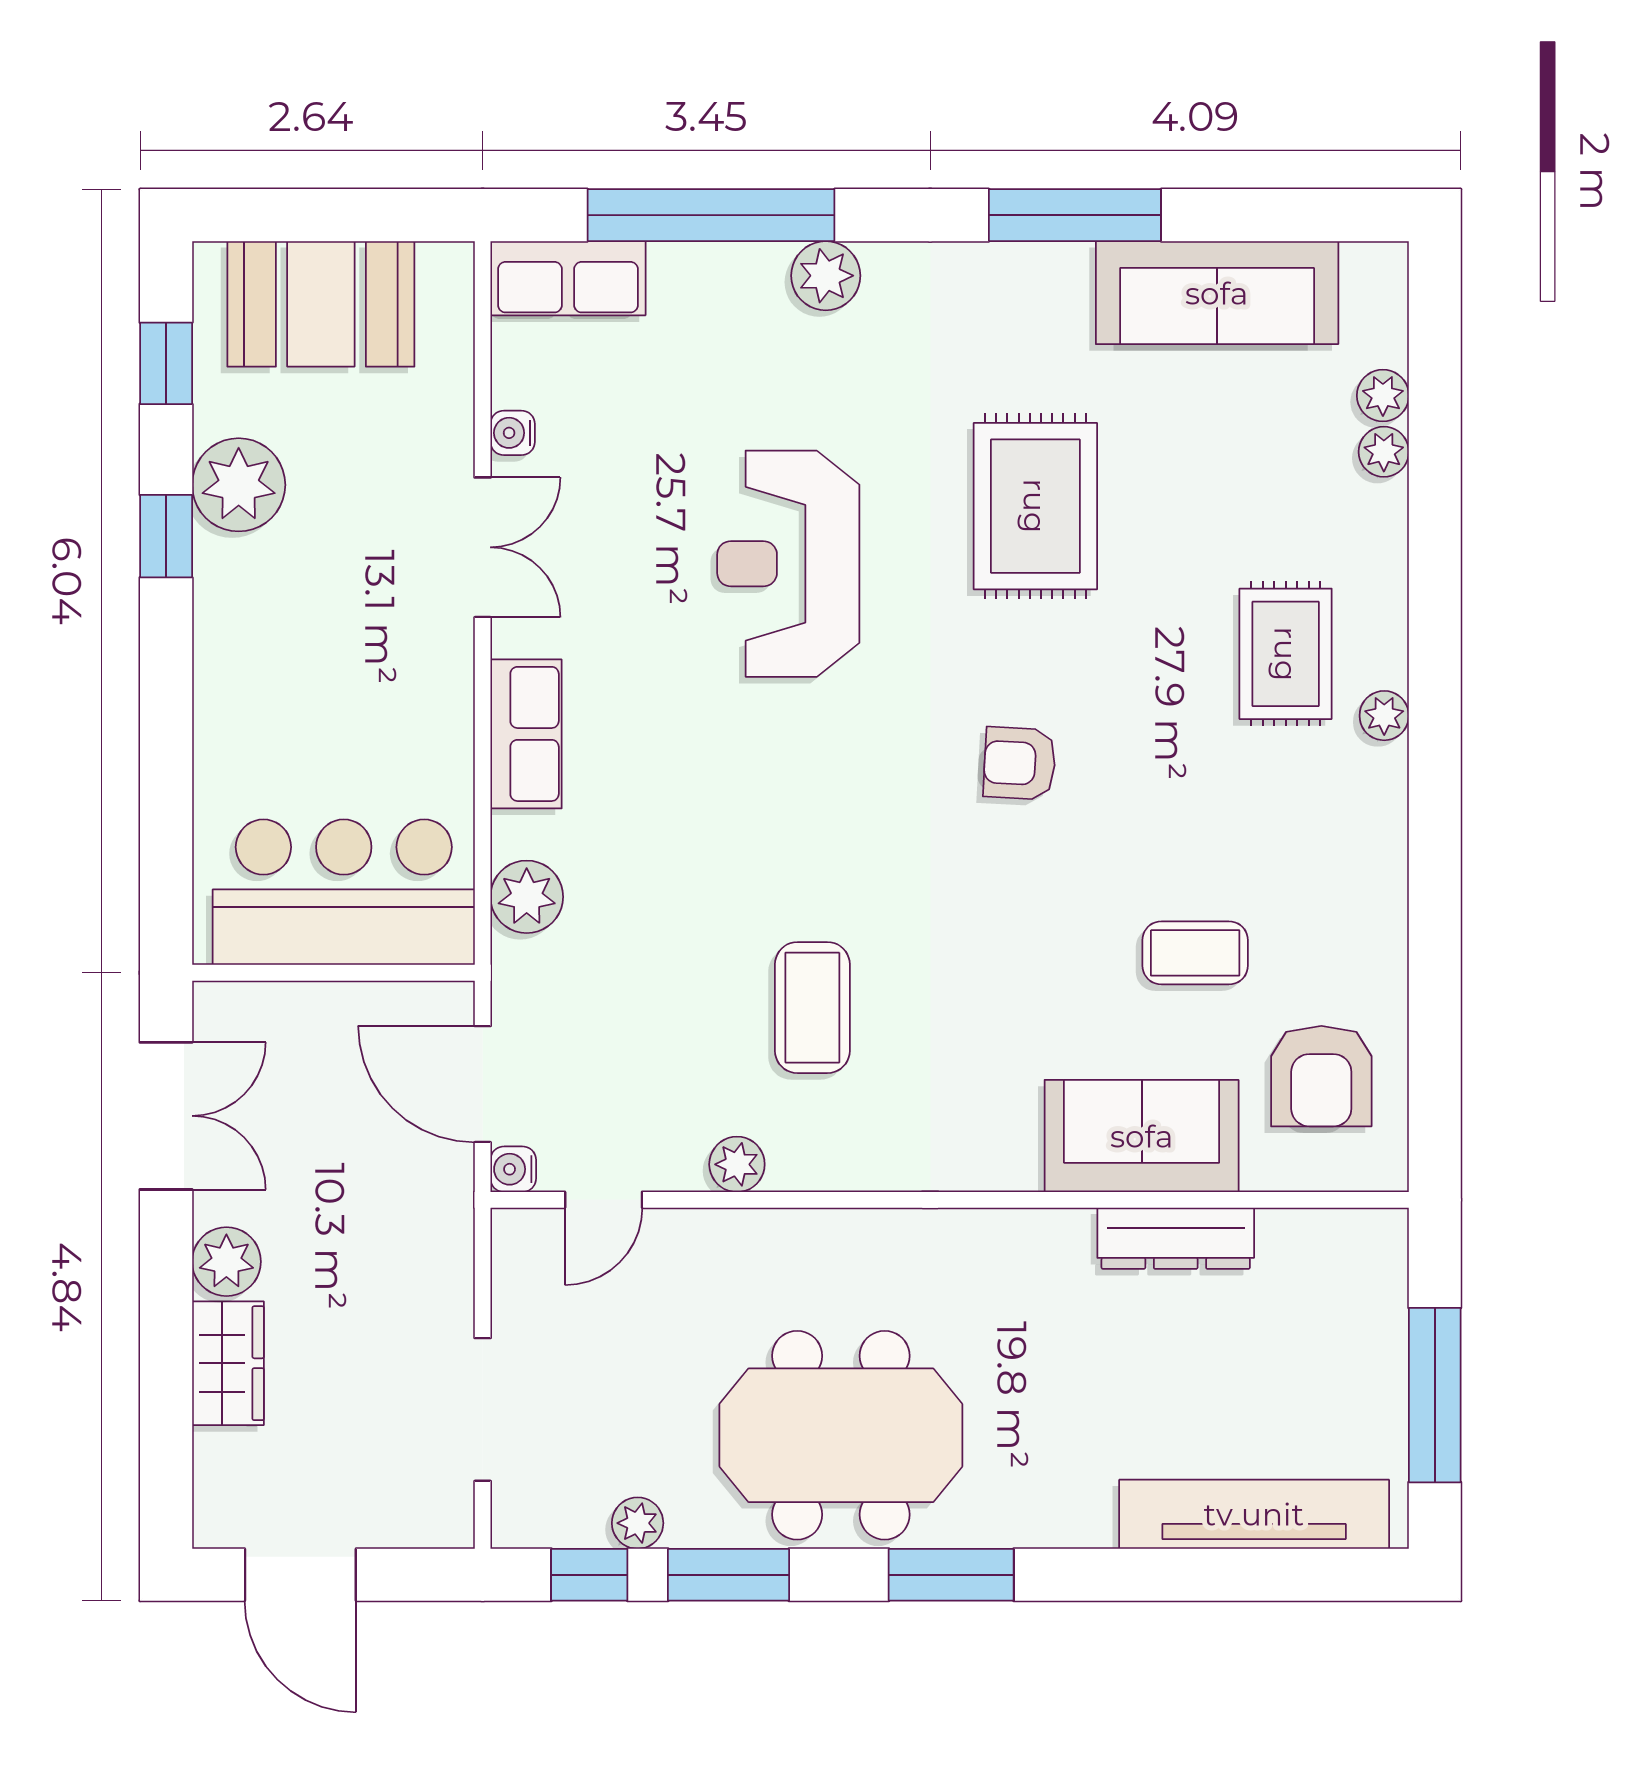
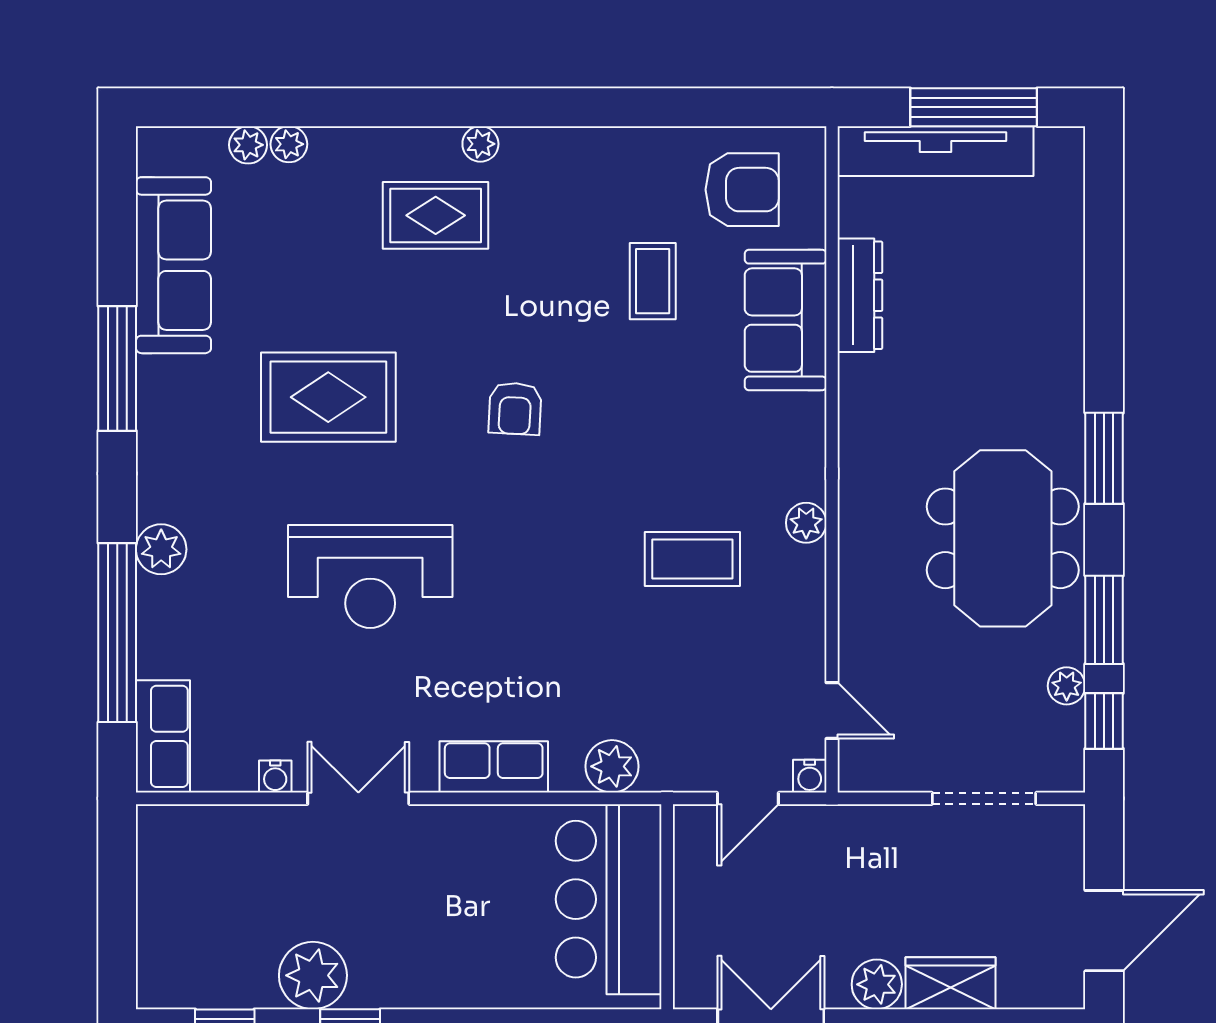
booth: (321, 304) -> (182, 916), removed
door: (483, 1084) -> (748, 798), width x0.73
plant: (737, 1164) -> (806, 523), moved
tv unit: (1254, 1514) -> (936, 151), moved, turned -90

